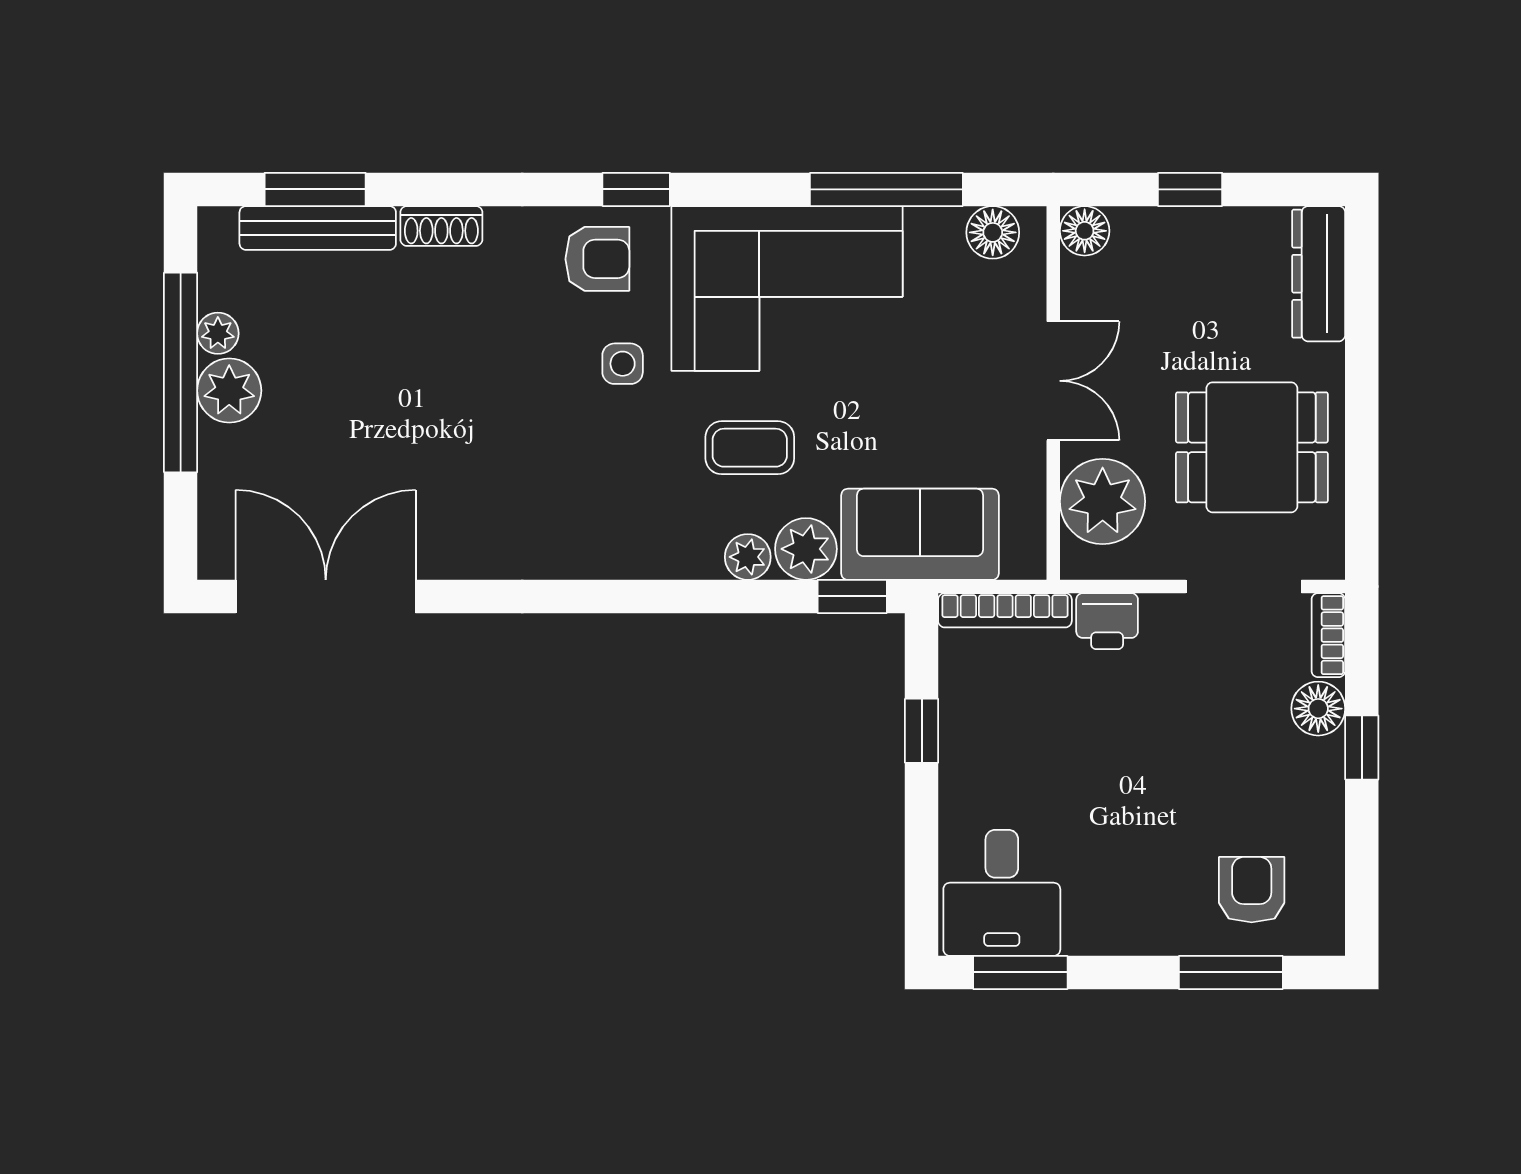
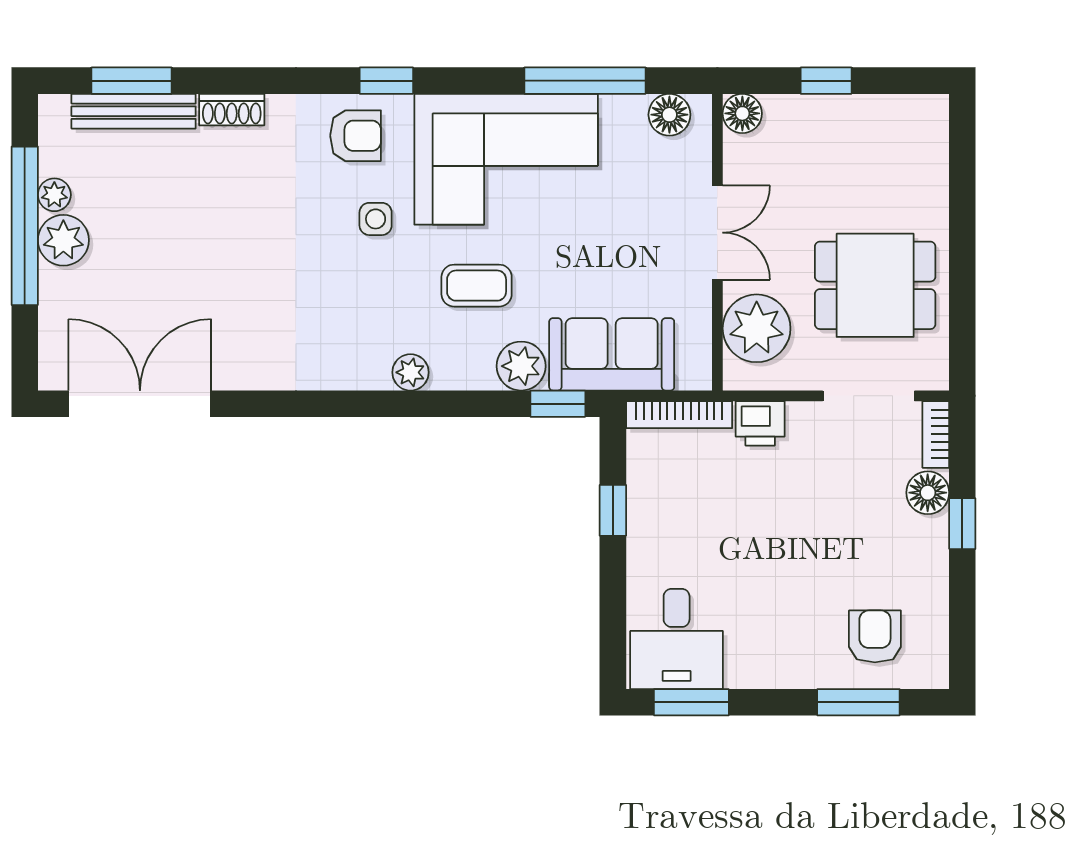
dresser: (1319, 274) -> (928, 148), removed
plant: (748, 557) -> (410, 372), moved

